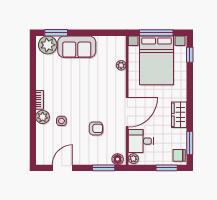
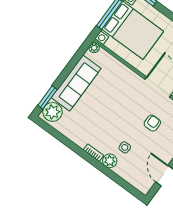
sofa: (77, 47) -> (76, 83), width x1.36
plant: (121, 65) -> (94, 48), moved

